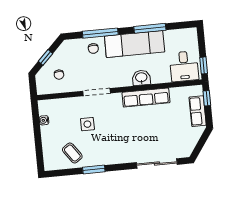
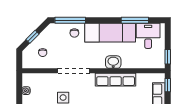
window: (150, 28) -> (135, 20), moved
window: (100, 33) -> (70, 20), moved
desk: (184, 66) -> (148, 36), moved, turned 180
doorway: (96, 92) -> (73, 71), width x1.36

